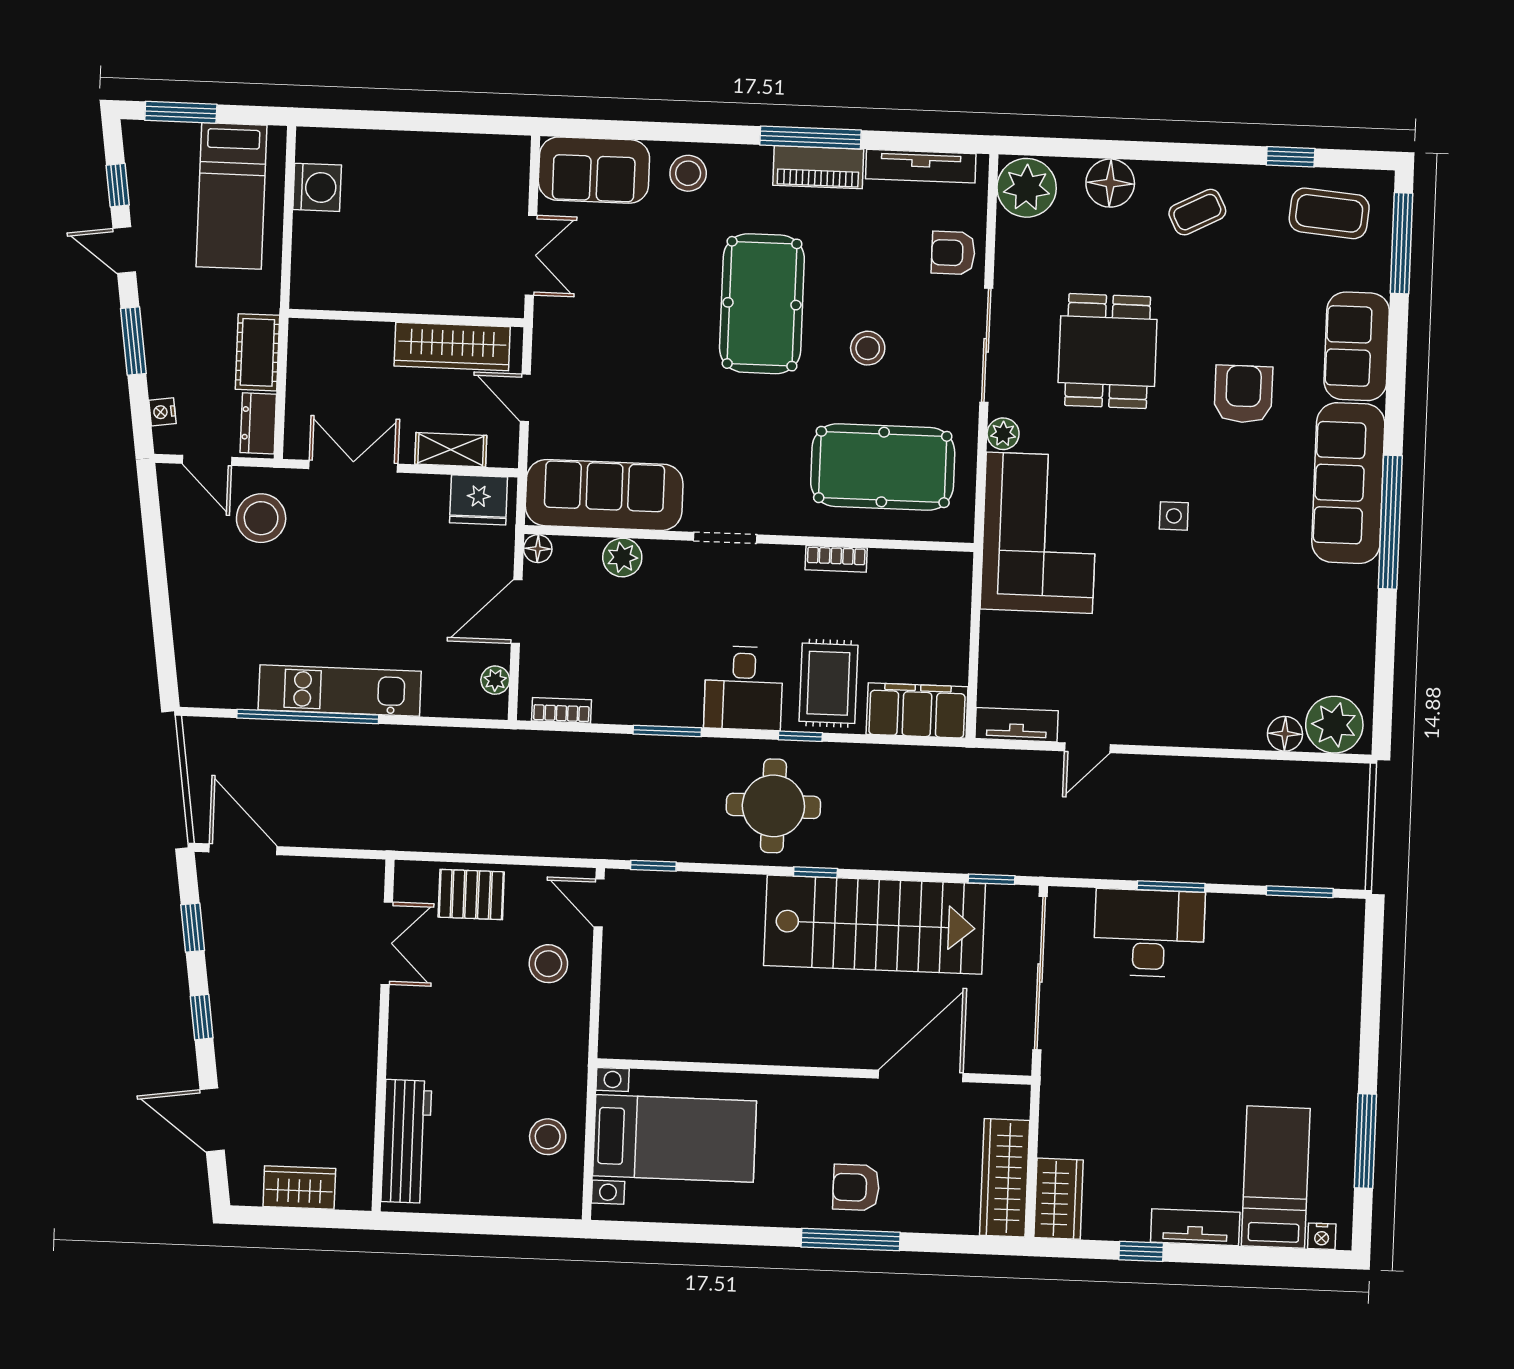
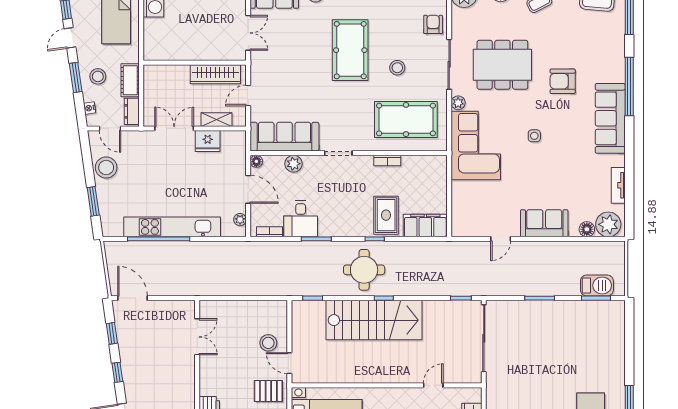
door: (124, 250) -> (70, 38), hinge flipped
armchair: (953, 253) -> (433, 24), turned 90
stool: (184, 341) -> (98, 76), added
sofa: (1357, 346) -> (544, 223), moved, turned 90
dining table: (1108, 351) -> (502, 65), width x1.38
armchair: (1243, 394) -> (563, 81), turned -90
door: (525, 398) -> (248, 95), hinge flipped
fridge: (479, 500) -> (208, 141), moved
stool: (261, 518) -> (106, 168), moved
window: (1390, 522) -> (629, 86), moved
door: (517, 612) -> (248, 189), swing flipped
window: (162, 625) -> (93, 201), added
desk: (743, 688) -> (301, 219), moved
kitchen unit: (340, 690) -> (172, 227), width x1.36
tv unit: (1017, 725) -> (618, 185), moved, turned -90
barbecue: (1303, 863) -> (597, 285), added
pallet: (471, 895) -> (268, 391), moved
door: (599, 903) -> (289, 363), moved
stairs: (875, 925) -> (374, 320), moved
desk: (1149, 933) -> (531, 319), removed
door: (921, 1076) -> (433, 385), width x0.53

